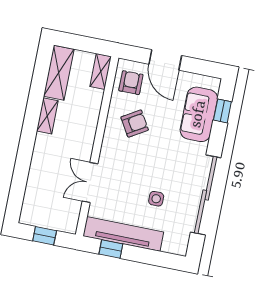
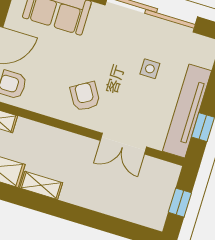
armchair: (135, 124) -> (85, 96), moved

